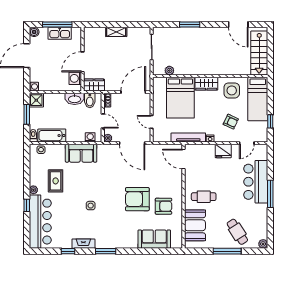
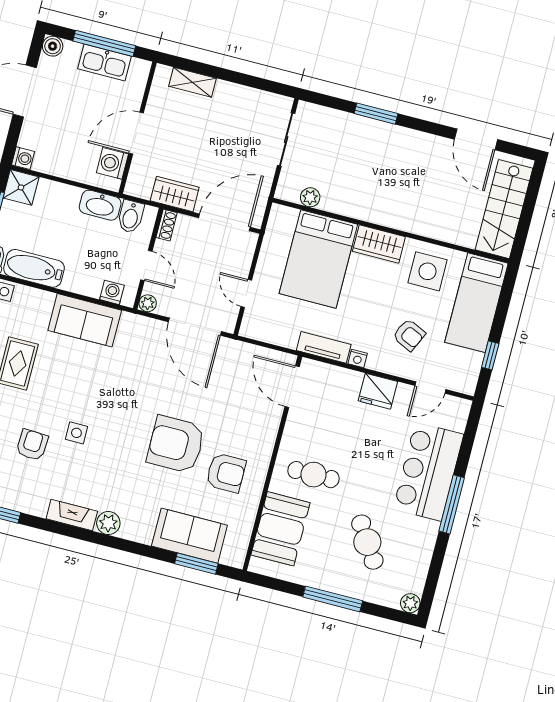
shelving: (116, 32) -> (193, 82), moved
wardrobe: (94, 85) -> (175, 194), moved
tv unit: (188, 137) -> (324, 347), width x0.71
armchair: (72, 216) -> (32, 445), added
cafe table: (237, 232) -> (367, 542), moved
plant: (116, 243) -> (108, 523), added
fireplace: (83, 244) -> (72, 515), moved
window: (106, 251) -> (196, 564), moved

